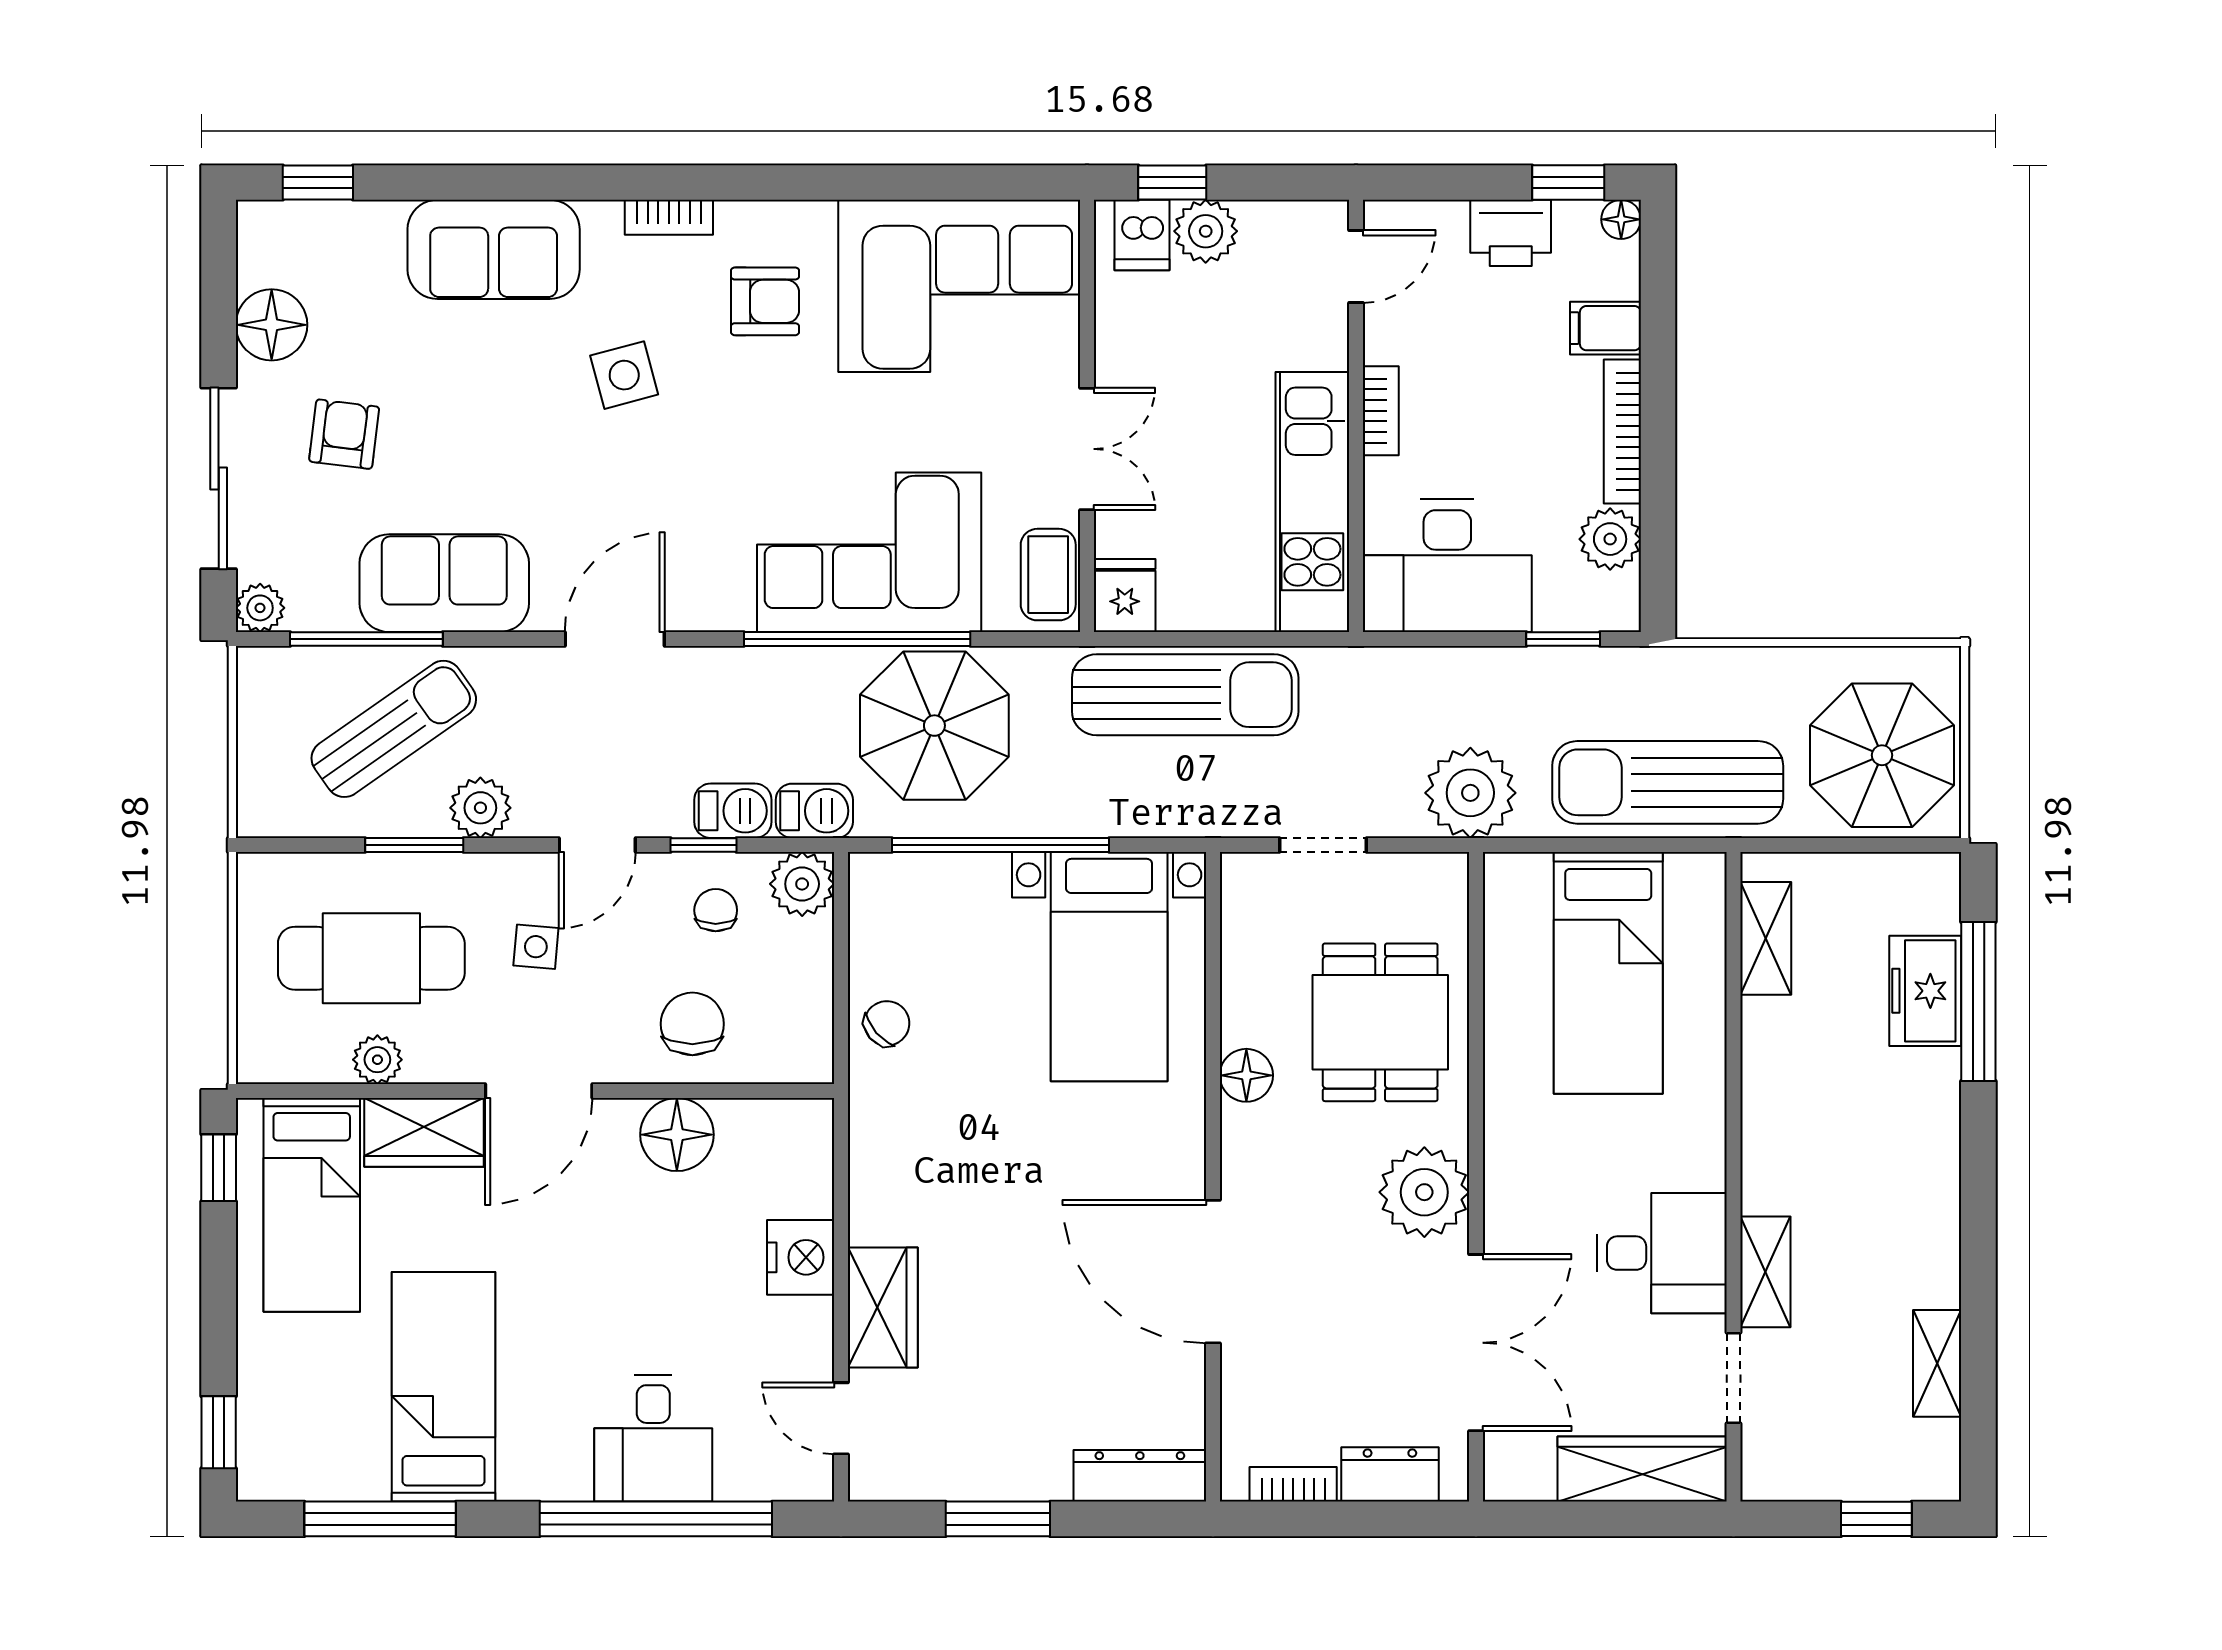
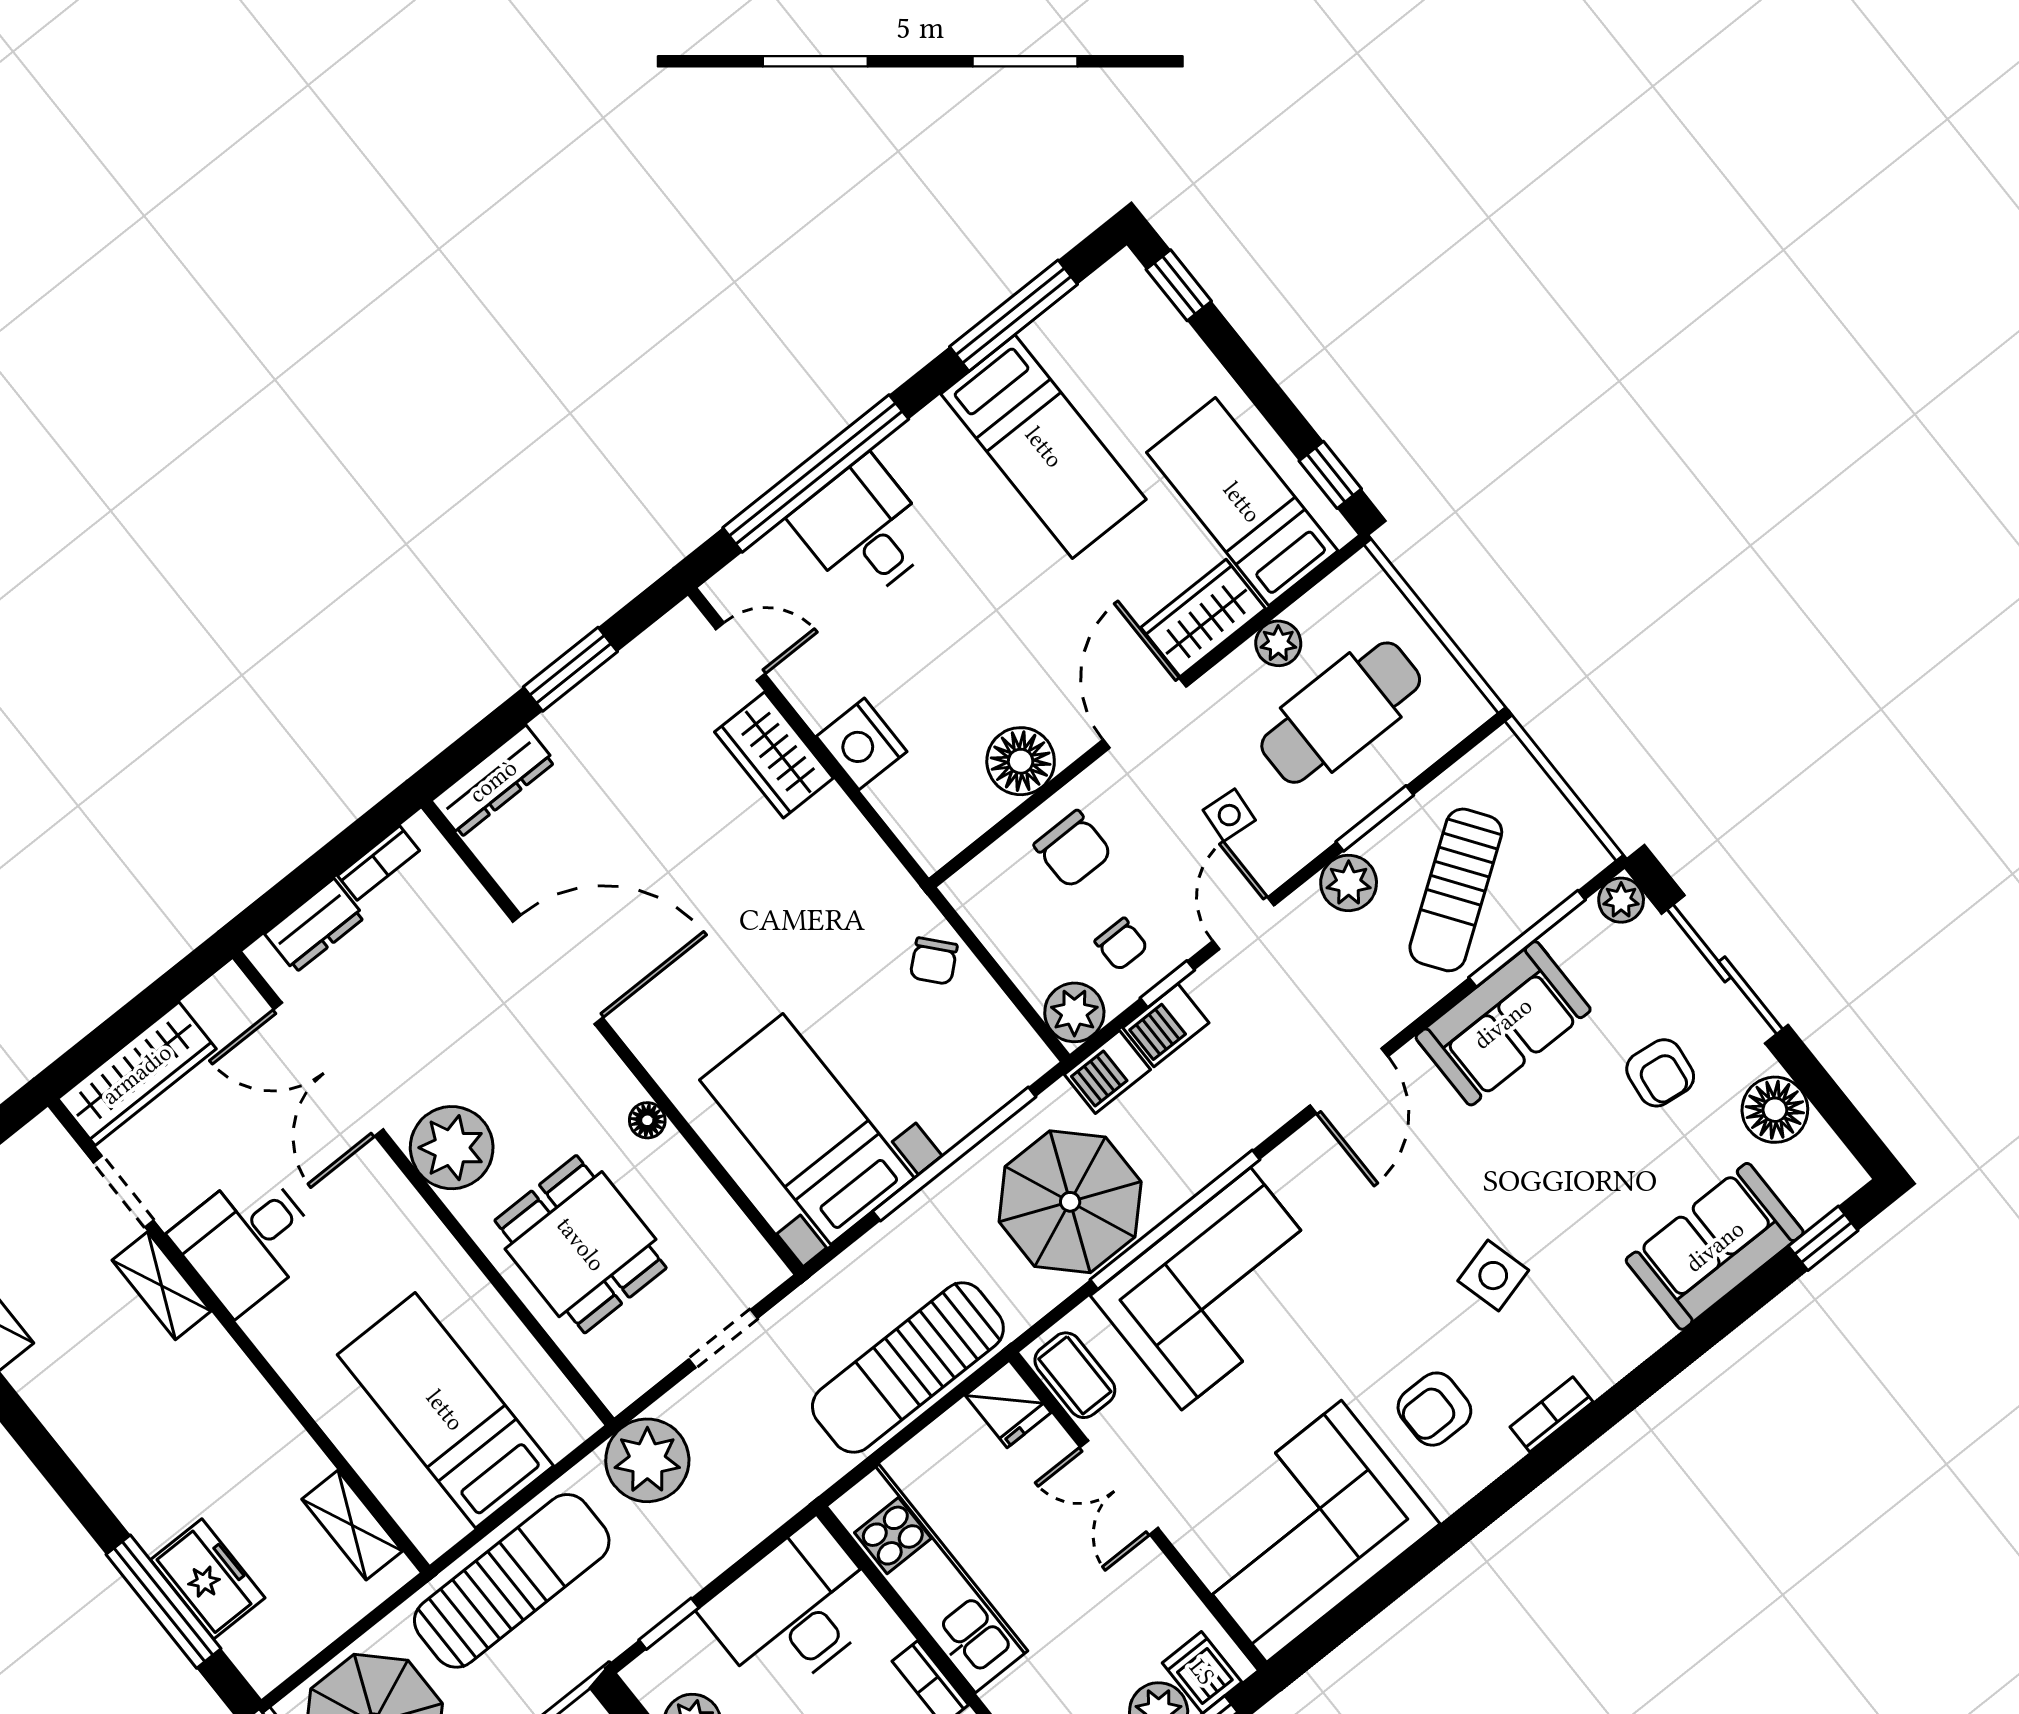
sofa: (494, 249) -> (1715, 1246), moved
floor lamp: (1246, 1075) -> (647, 1120), width x0.73, depth x0.73

